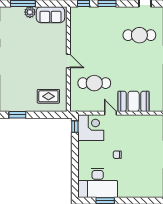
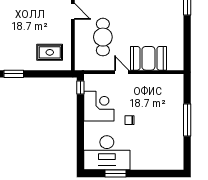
cafe table: (94, 83) -> (103, 37), turned 90
corner desk: (91, 128) -> (99, 106), moved

